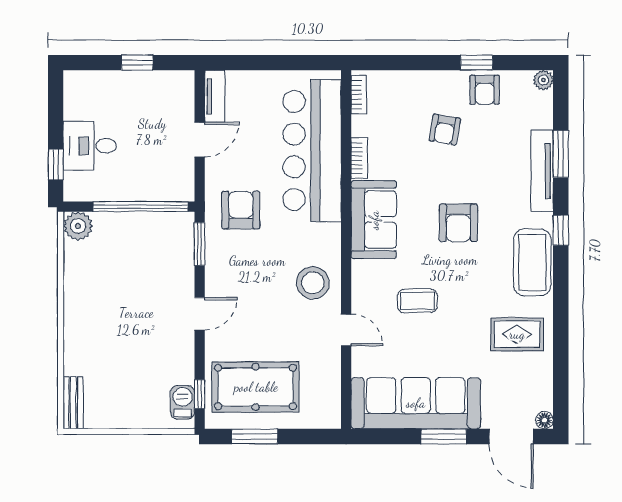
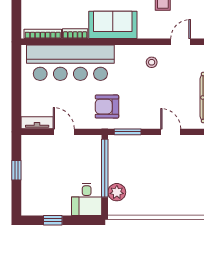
bookcase: (359, 95) -> (43, 34), width x1.56
desk: (90, 146) -> (87, 199), moved
window: (56, 164) -> (53, 220), moved
plant: (78, 226) -> (117, 192), moved
stool: (313, 283) -> (152, 62), width x0.53, depth x0.53

